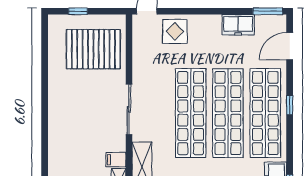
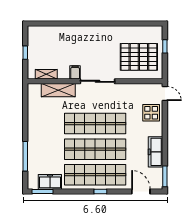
freezer: (238, 25) -> (156, 152), width x1.40
pallet: (93, 49) -> (139, 57), turned 90
filing cabinet: (116, 160) -> (75, 72), moved

